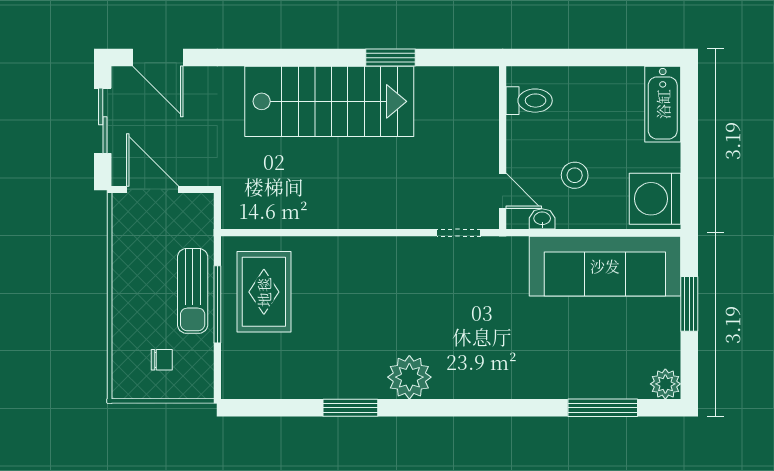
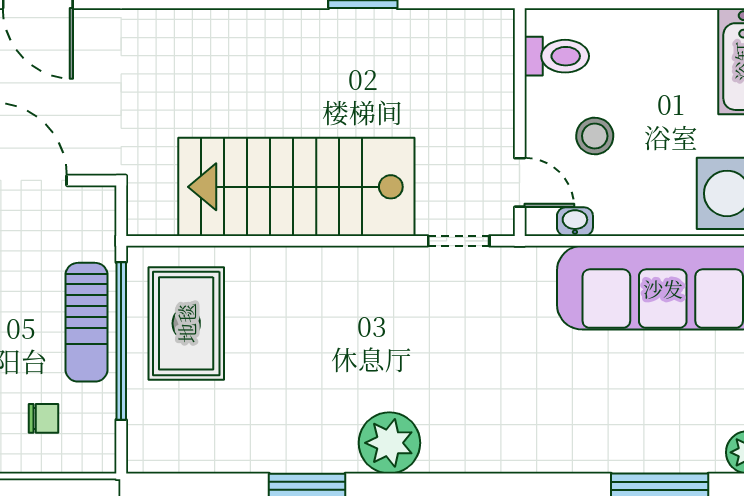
stairs: (329, 101) -> (296, 187), moved, turned 180
stool: (575, 175) -> (595, 136), moved
window: (217, 304) -> (121, 341), width x1.46

